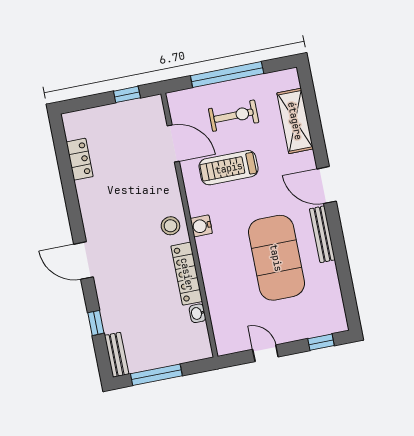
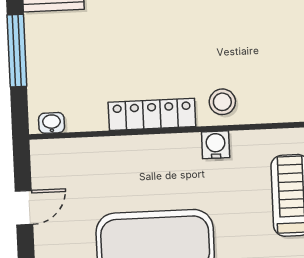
washbasin: (197, 313) -> (52, 123), moved

